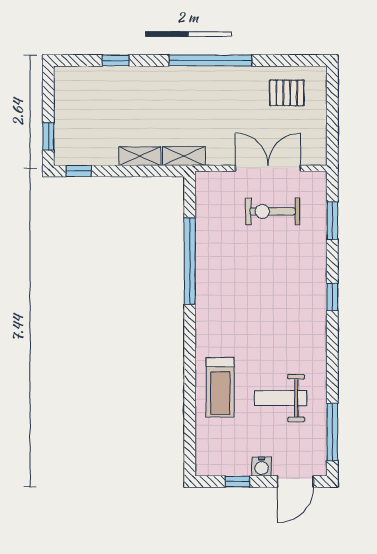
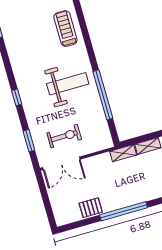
pallet: (287, 93) -> (91, 208), moved
double door: (268, 168) -> (61, 163), moved
weight bench: (281, 398) -> (68, 84), moved, width x1.36, depth x1.33

